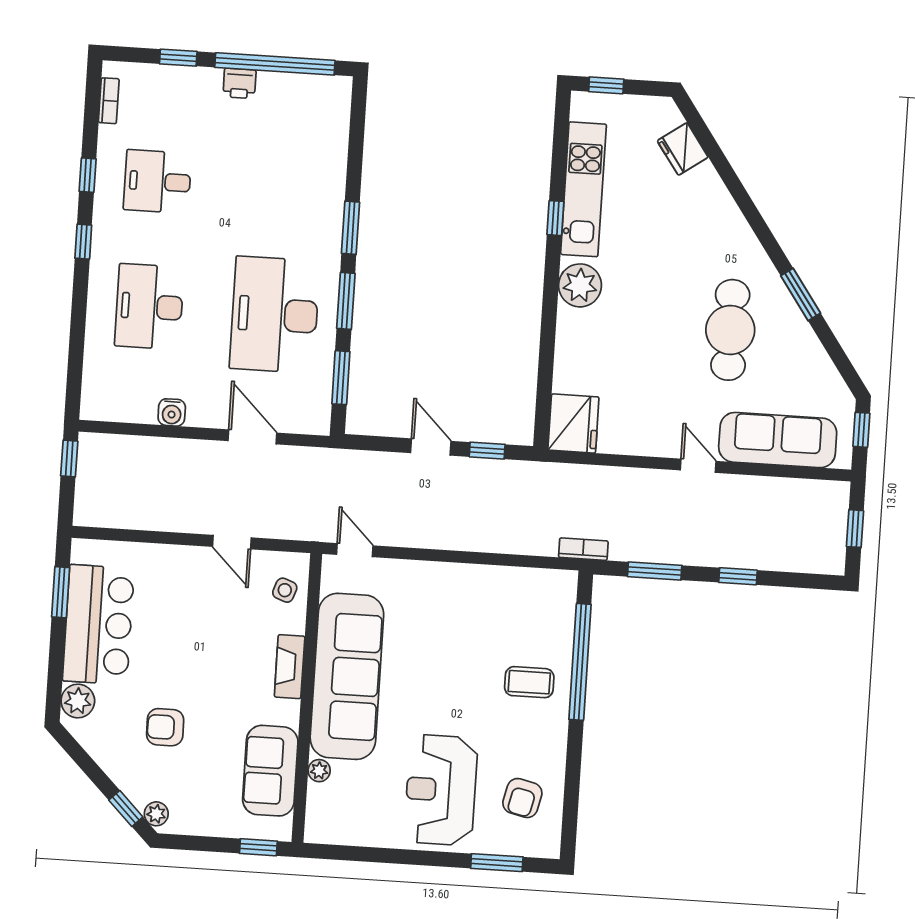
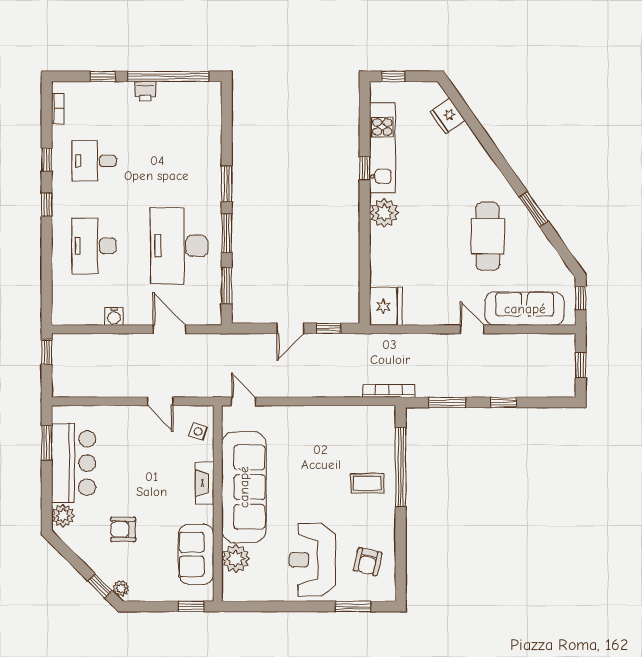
door: (431, 447) -> (290, 328), swing flipped
bookcase: (583, 549) -> (389, 391), width x1.56
plant: (319, 771) -> (236, 559), width x1.88, depth x1.88

